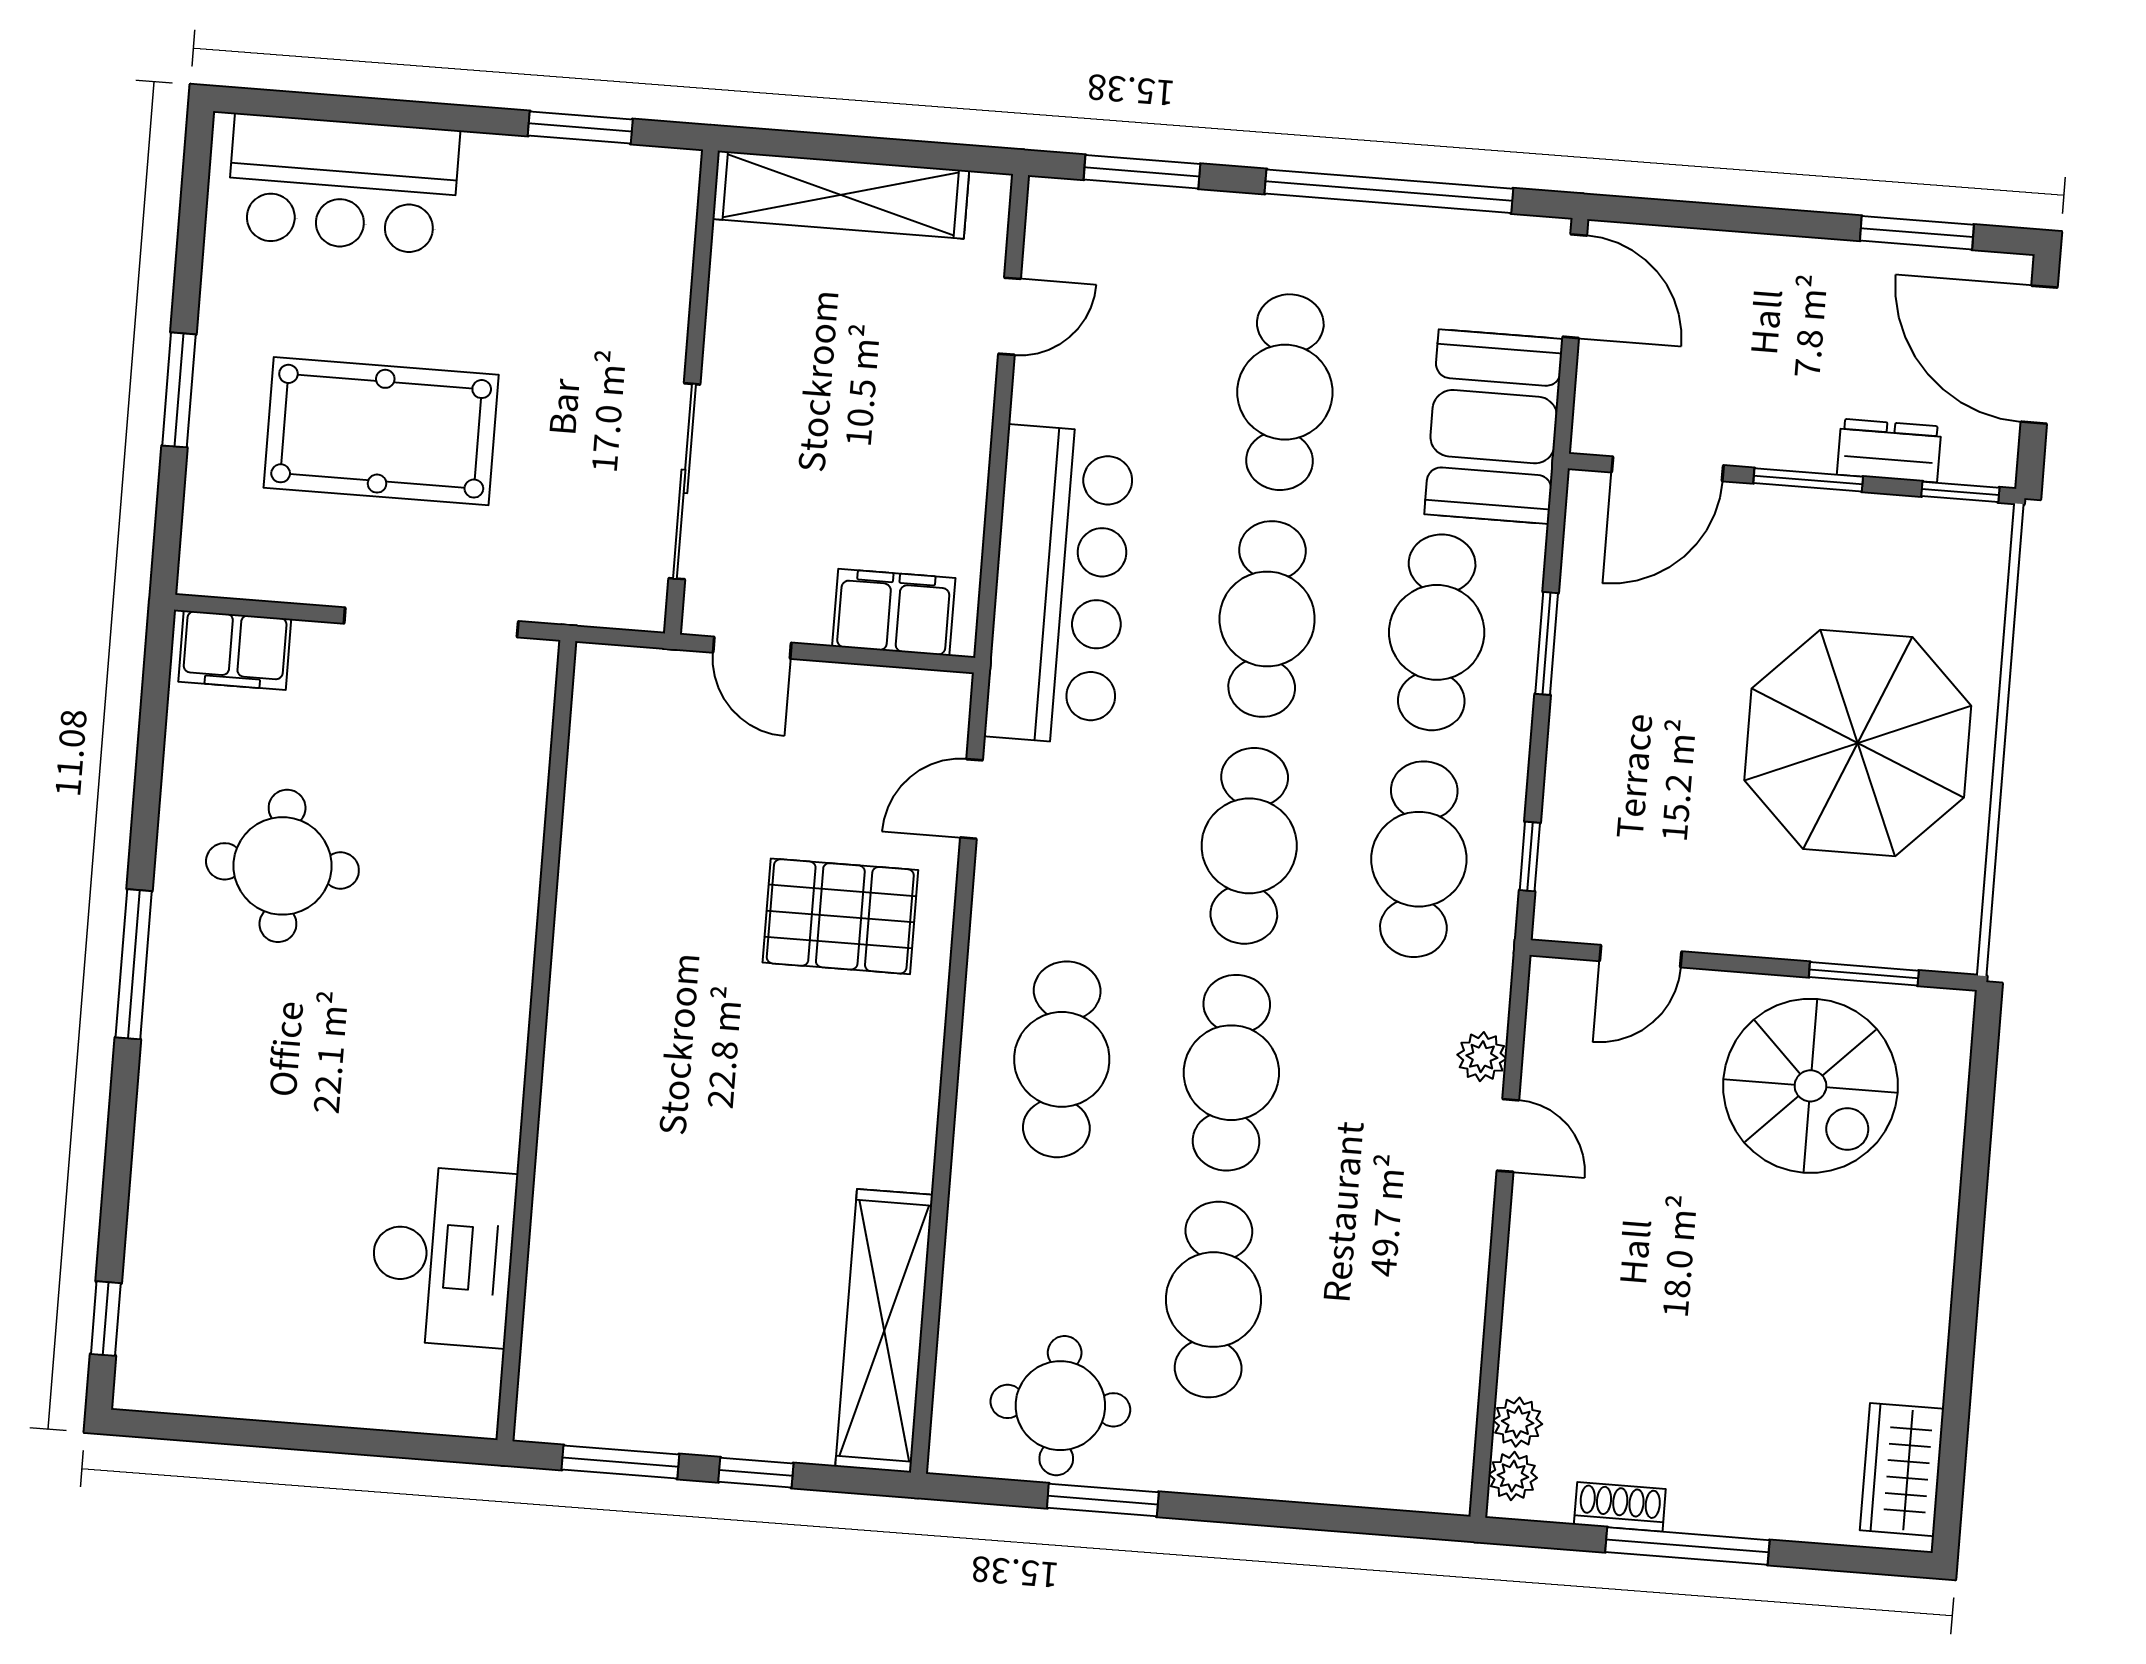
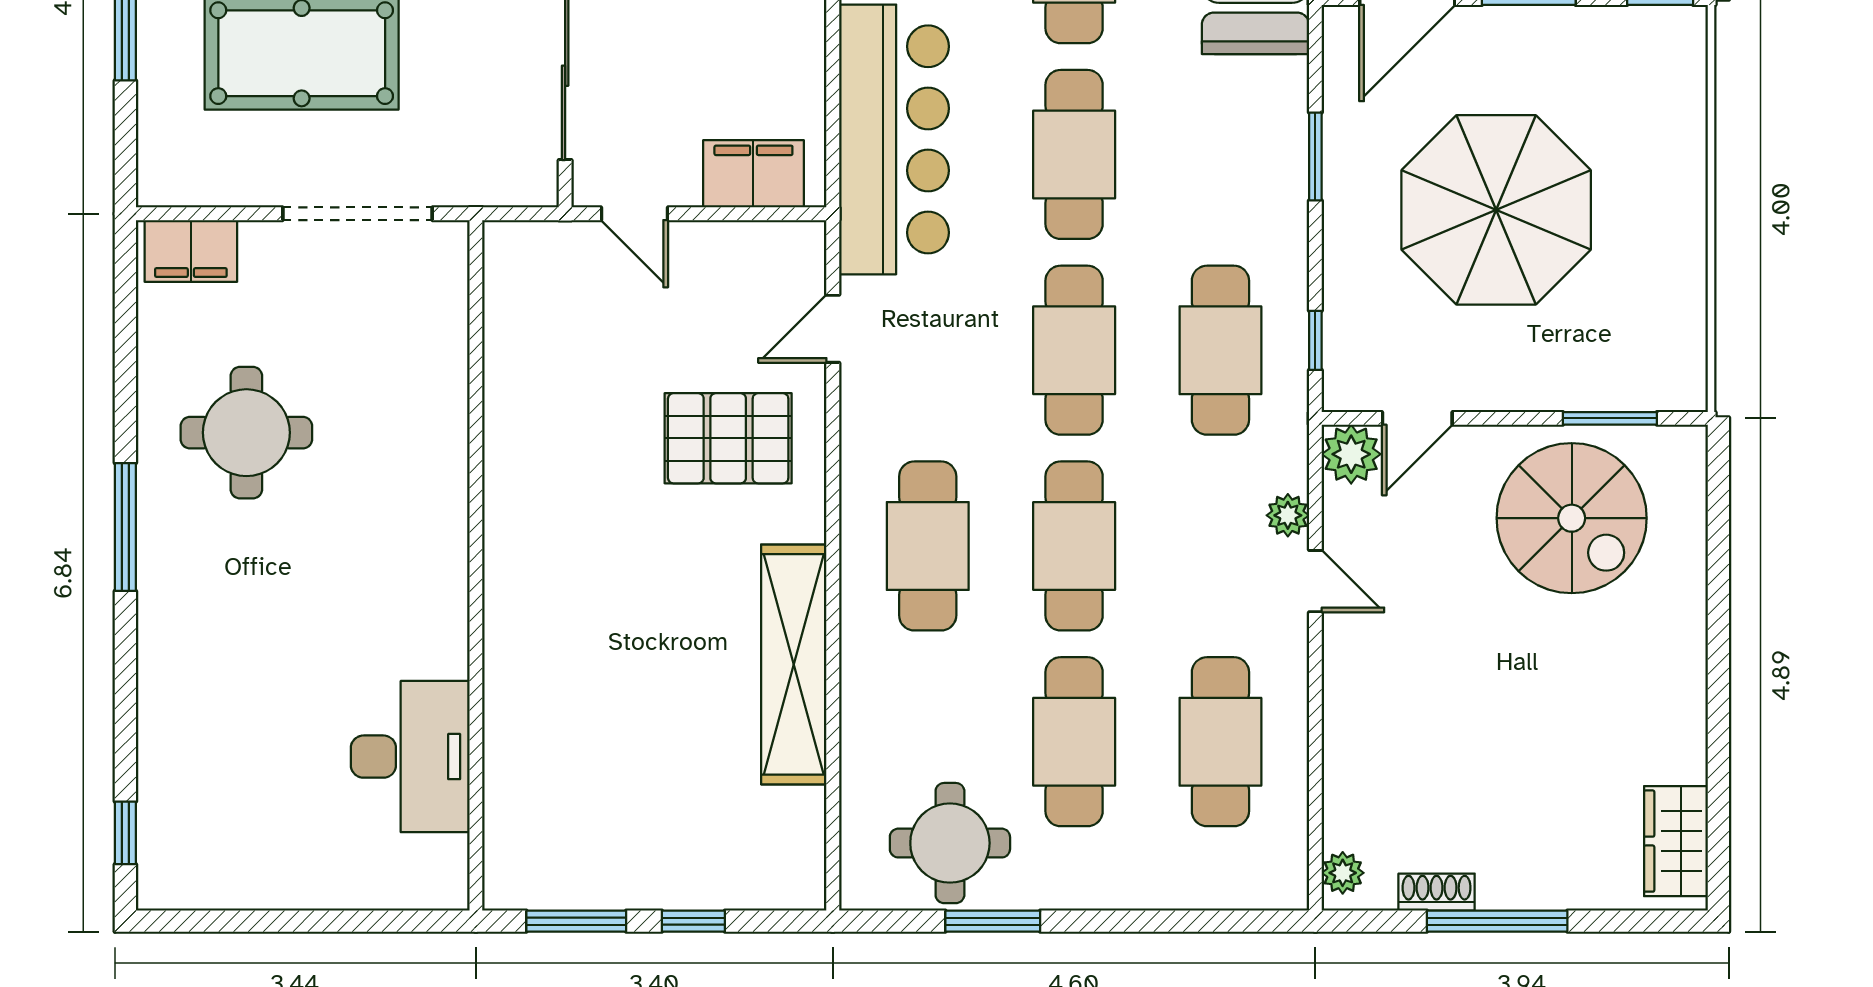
cafe table: (1437, 632) -> (1220, 742), moved
parasol: (1858, 743) -> (1496, 210), moved
shelving: (884, 1331) -> (794, 664), moved
plant: (1518, 1422) -> (1351, 454), moved, width x1.38, depth x1.38

